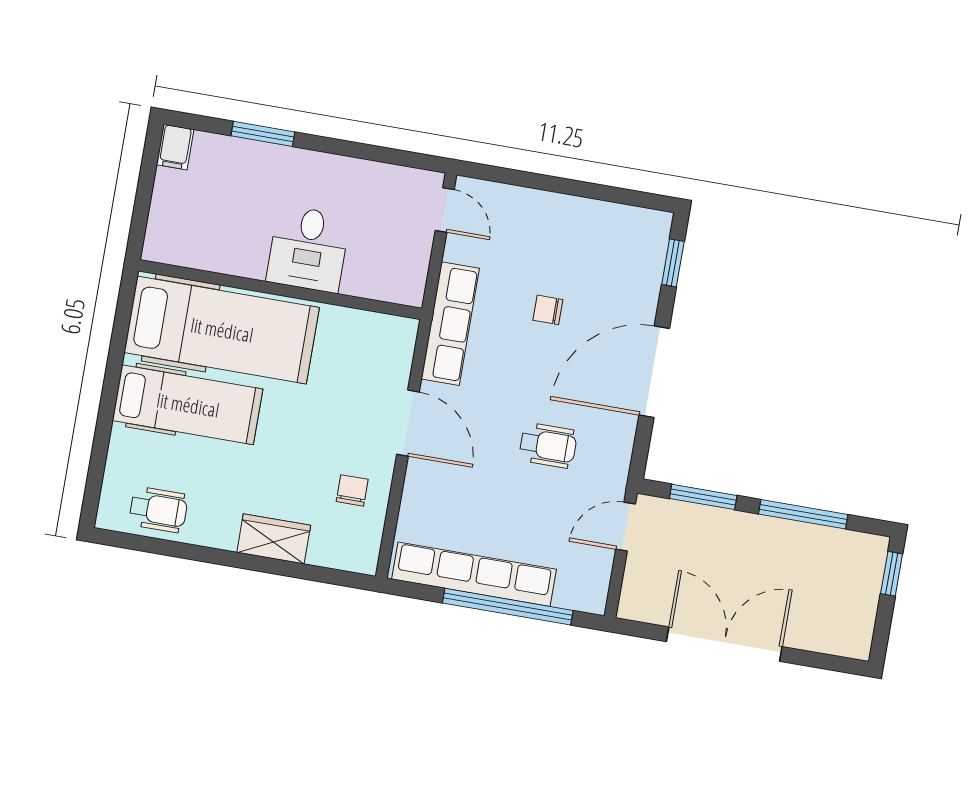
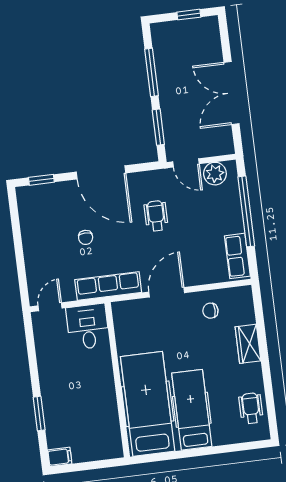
desk: (308, 249) -> (88, 327), moved, turned -90
plant: (591, 572) -> (215, 174), added
row of seats: (474, 574) -> (237, 256), width x0.50
window: (892, 574) -> (189, 15), moved

